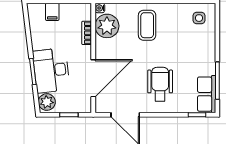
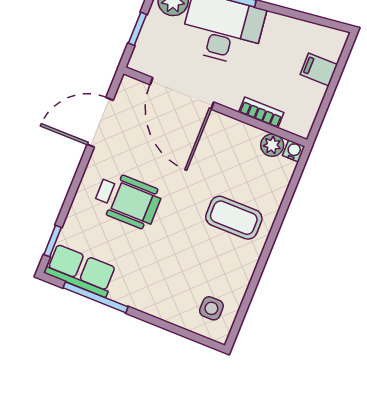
plant: (107, 26) -> (272, 145), width x0.53, depth x0.53

